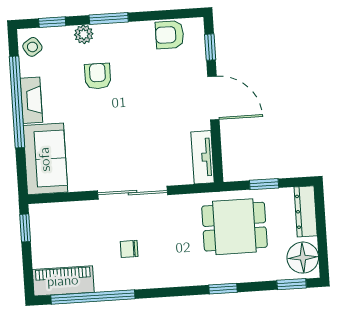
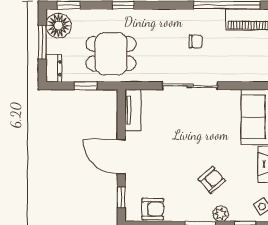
armchair: (98, 76) -> (212, 180), turned -131
dresser: (306, 211) -> (54, 68), width x0.70
window: (322, 236) -> (42, 42), added

